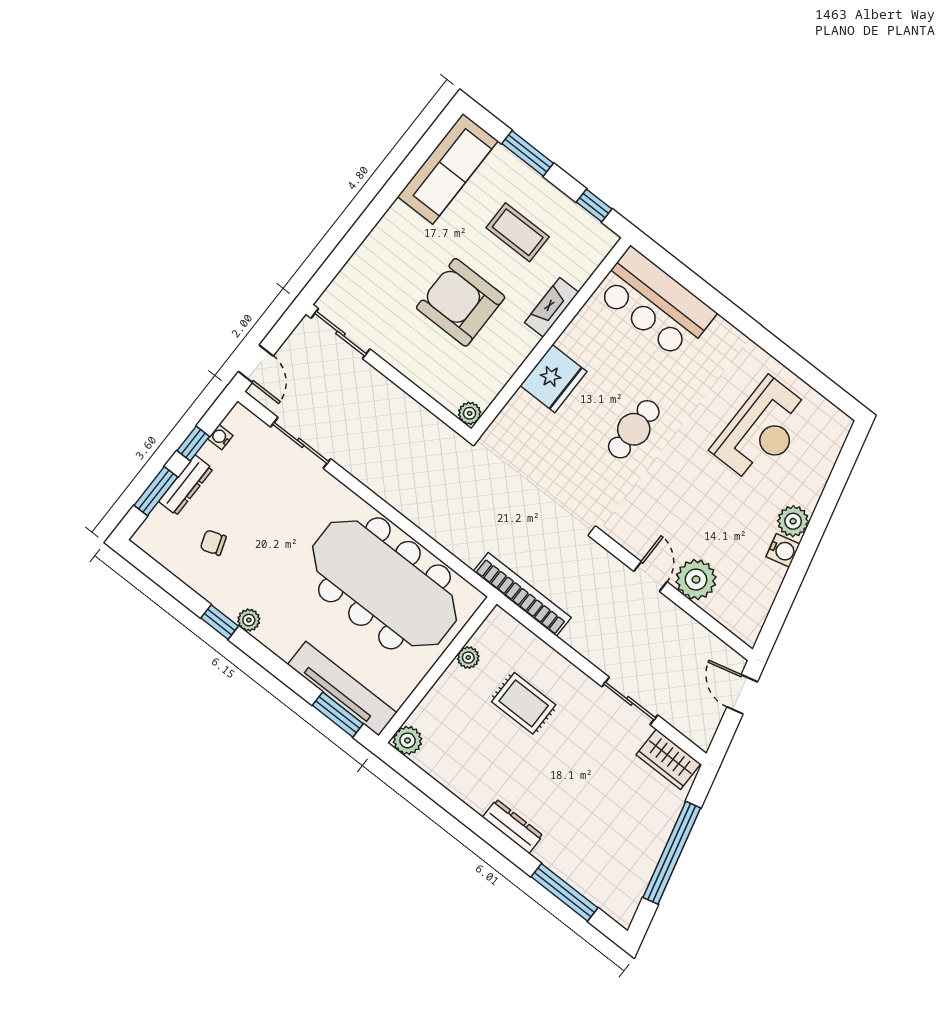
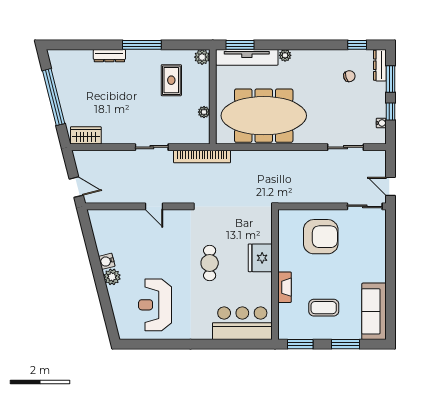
window: (594, 206) -> (300, 344), width x1.50
armchair: (461, 302) -> (321, 237), moved
door: (256, 364) -> (391, 186), moved
plant: (470, 413) -> (284, 215), removed
dresser: (186, 485) -> (380, 65), moved
plant: (696, 580) -> (134, 220), removed
plant: (249, 620) -> (285, 55), moved
window: (220, 622) -> (357, 45), moved
sliding door: (630, 701) -> (152, 147), moved
rug: (524, 703) -> (171, 80), moved, turned 90
dresser: (513, 826) -> (109, 56), moved
window: (564, 892) -> (142, 45), moved

